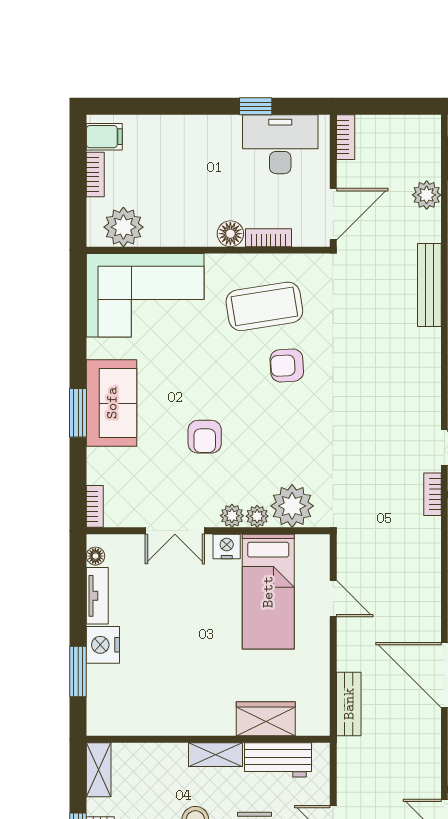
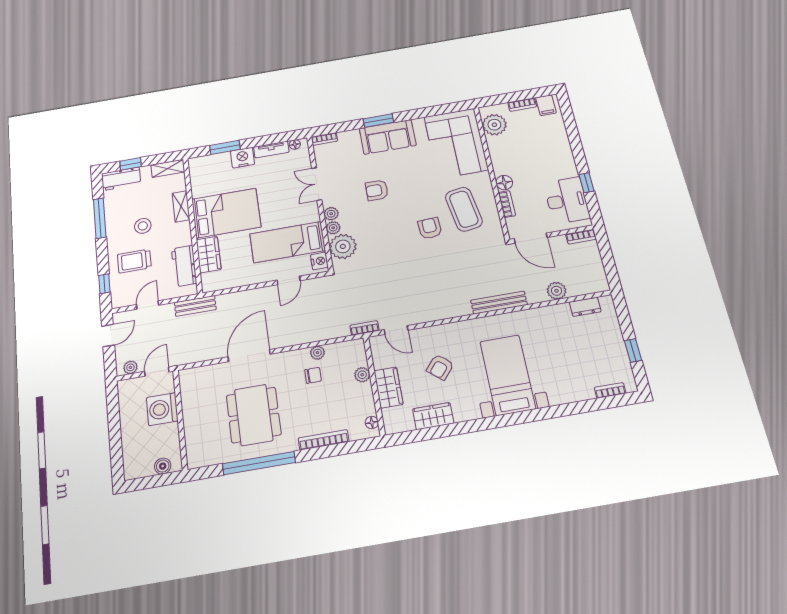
nightstand: (227, 546) -> (319, 261), moved
bed: (198, 683) -> (226, 213), added
bench: (349, 704) -> (195, 306), moved
shelving: (216, 755) -> (181, 207), moved

